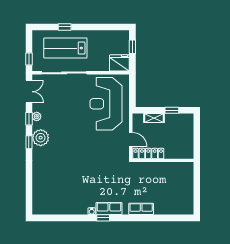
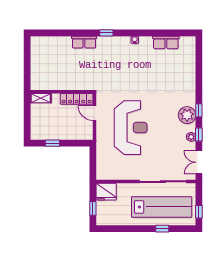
lab bench: (65, 48) -> (162, 207), width x1.36
window: (29, 59) -> (199, 212), moved
reception desk: (106, 104) -> (131, 128), moved
shelving: (154, 118) -> (41, 98), moved
row of seats: (109, 209) -> (166, 42), moved
window: (103, 218) -> (106, 33), moved

